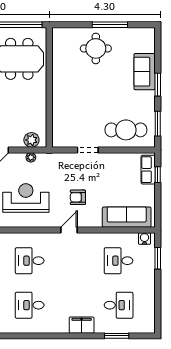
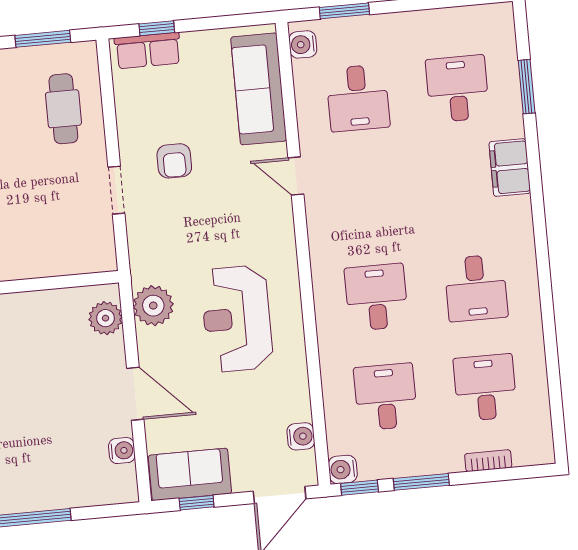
cafe table: (126, 130) -> (63, 109), width x0.73, depth x0.74
plant: (31, 157) -> (153, 306), width x1.87, depth x1.87
armchair: (78, 197) -> (174, 161), moved
door: (69, 230) -> (296, 176), moved
desk: (30, 261) -> (376, 297), turned 180

